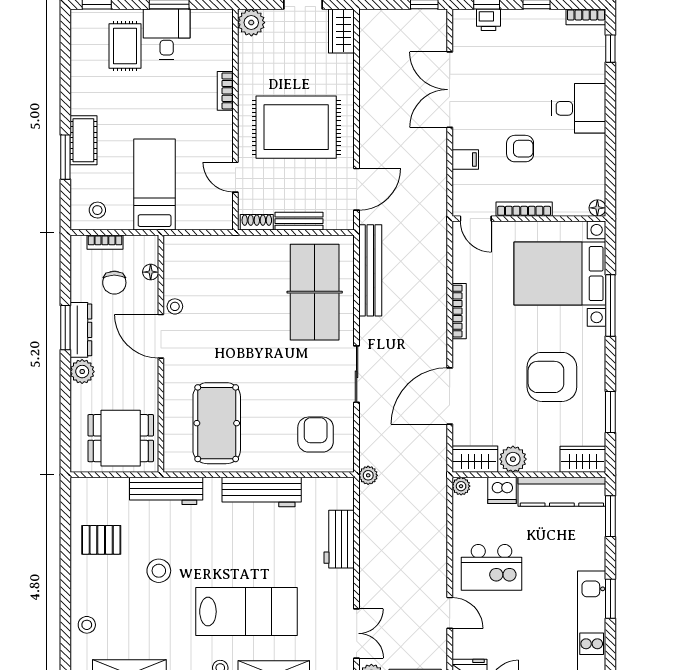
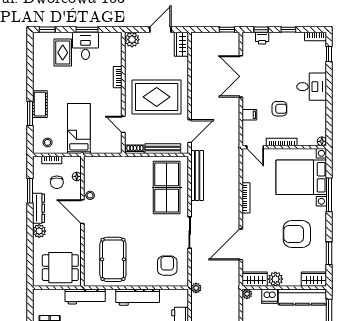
bench: (299, 221) -> (163, 149), width x1.36
window: (65, 328) -> (30, 191), moved

